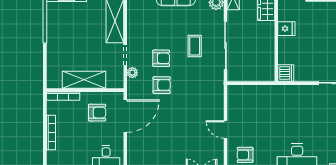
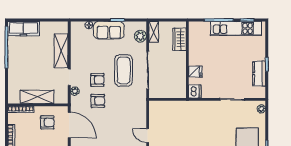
fridge: (286, 29) -> (195, 72), moved
coffee table: (195, 46) -> (124, 70), width x1.86, depth x1.72
door: (125, 116) -> (69, 125), hinge flipped

